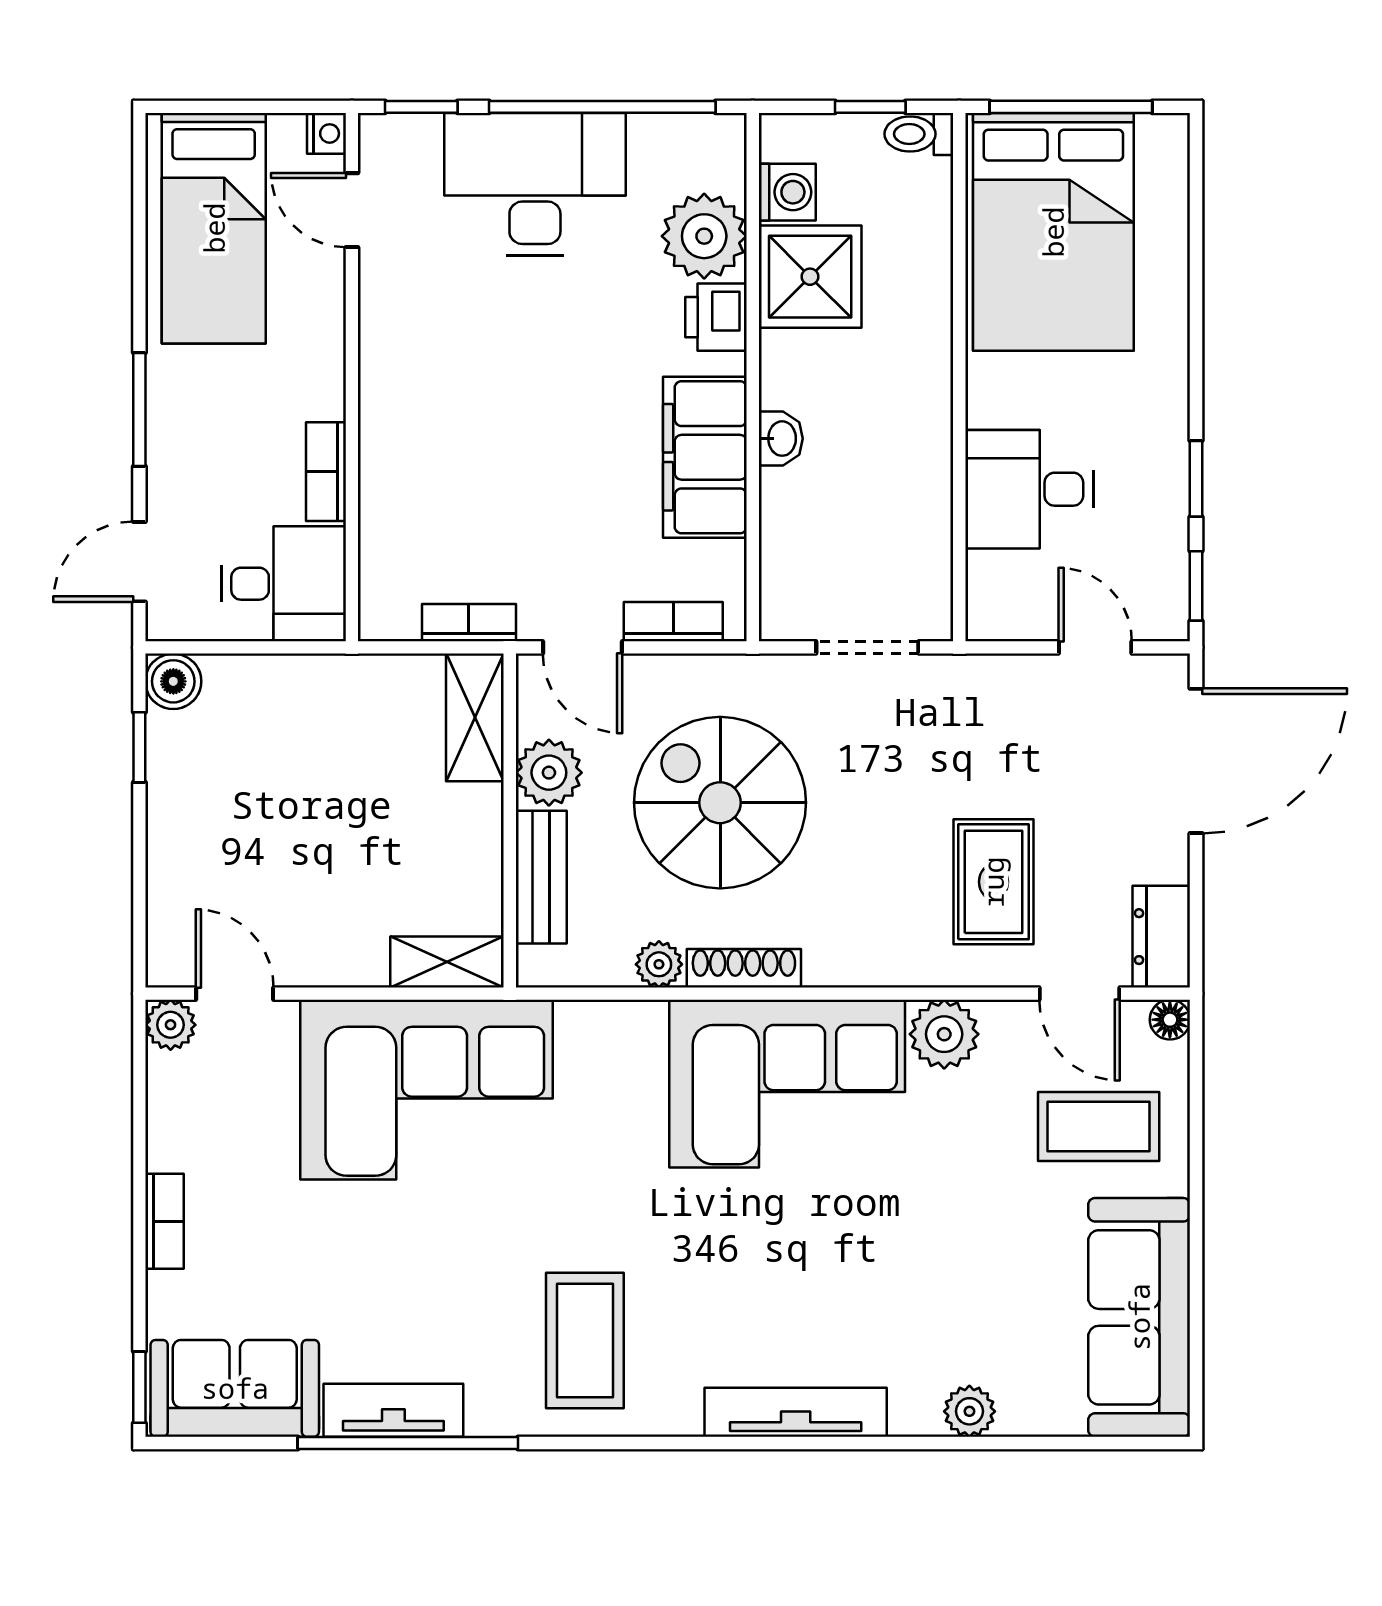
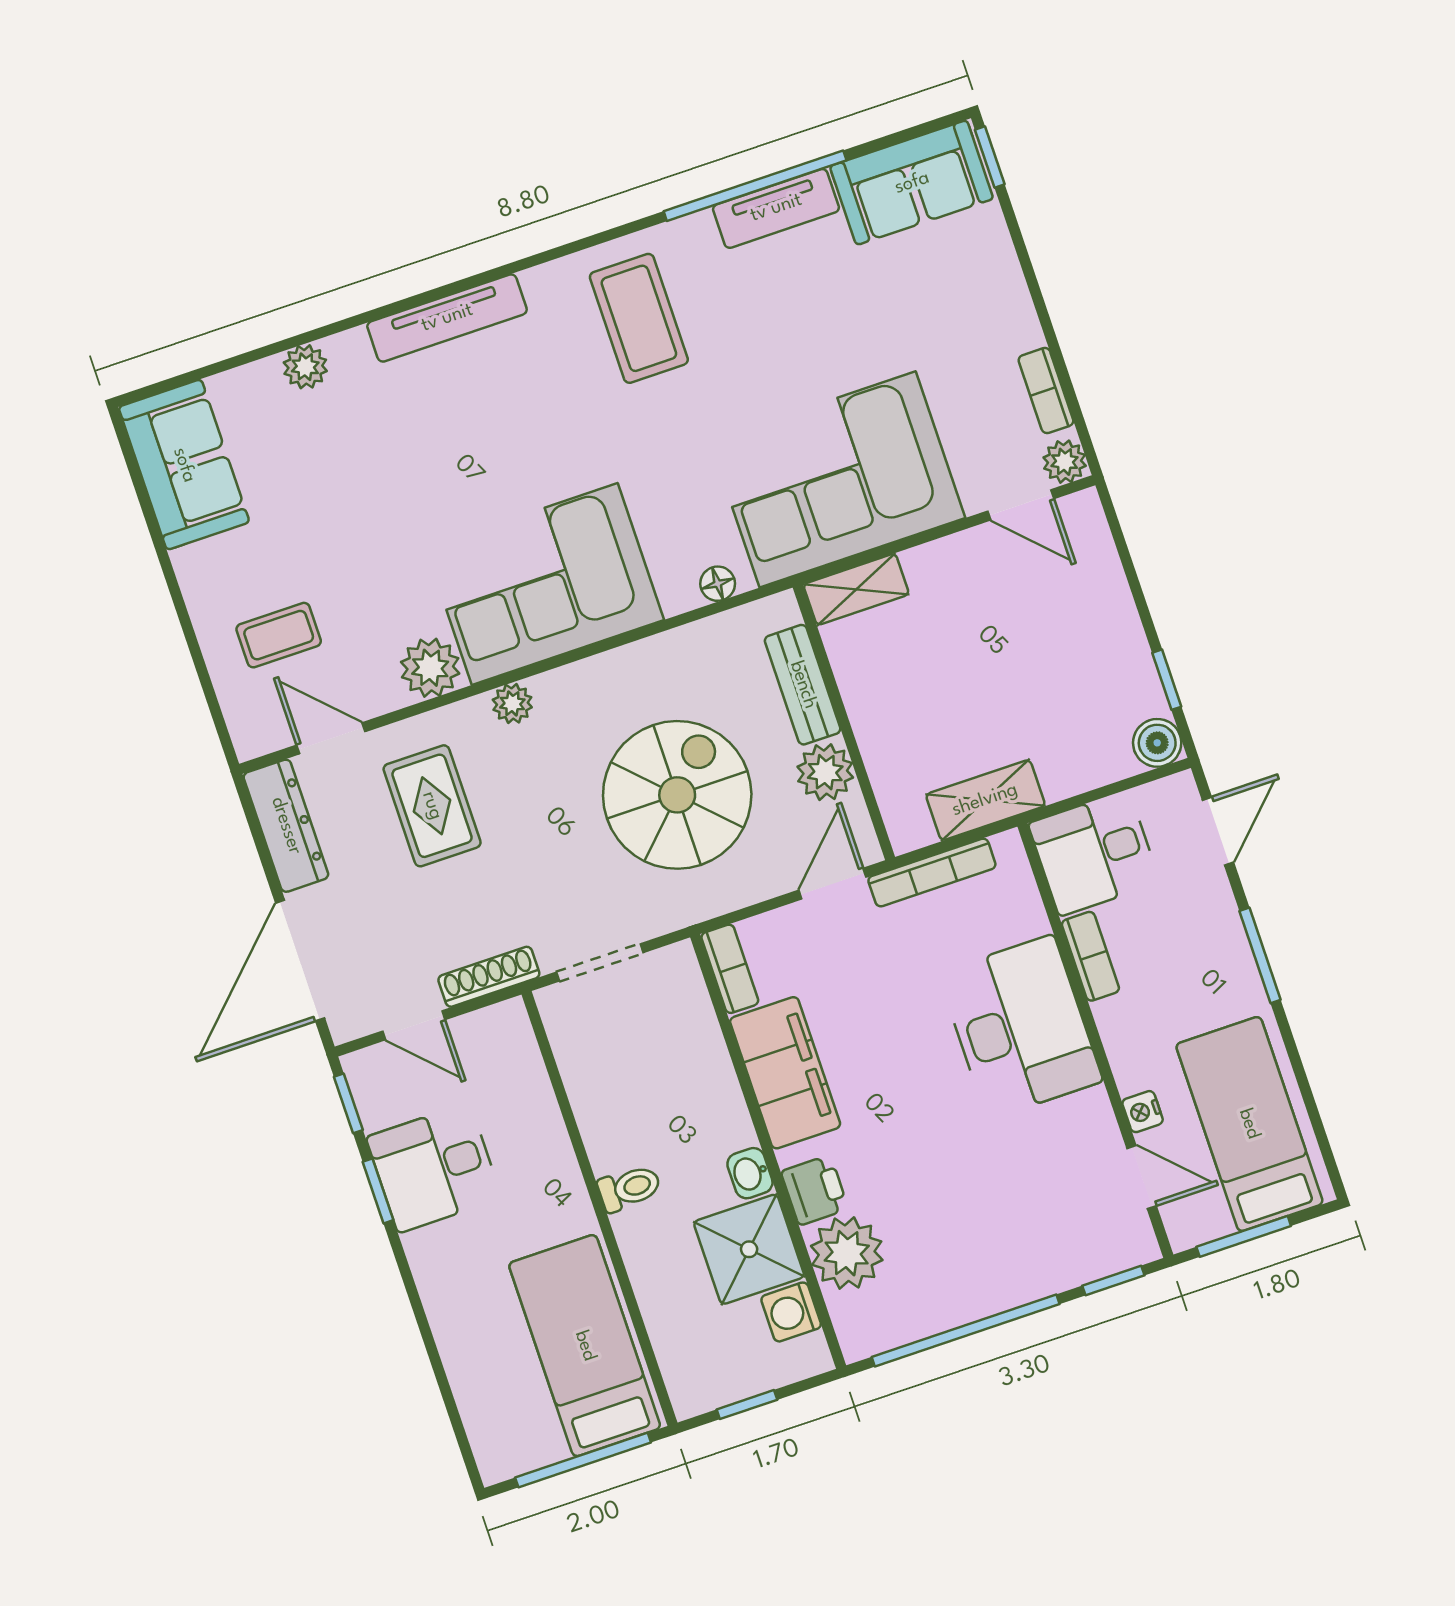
window: (262, 107) -> (1244, 1236), added
nightstand: (326, 133) -> (1143, 1112), moved
toilet: (919, 134) -> (629, 1188), moved
desk: (535, 184) -> (1020, 1027), moved, turned -90
bed: (1053, 232) -> (585, 1346), width x0.67
washbasin: (781, 439) -> (750, 1173), moved
desk: (1029, 489) -> (434, 1168), moved, turned 180
bookcase: (673, 622) -> (730, 969), moved, turned -90
bookcase: (469, 623) -> (932, 873), width x1.56
door: (582, 647) -> (832, 884), hinge flipped
shelving: (475, 717) -> (985, 800), moved, turned 90
spiral stairs: (720, 803) -> (677, 795), turned -90
dresser: (1161, 937) -> (286, 826), width x1.44
plant: (659, 964) -> (512, 704), moved
shoe rack: (744, 968) -> (489, 977), moved, turned 180
floor lamp: (1170, 1020) -> (718, 584), moved
coffee table: (1099, 1126) -> (279, 635), width x0.73, depth x0.77
bookcase: (164, 1221) -> (1046, 391), moved
sofa: (1139, 1317) -> (184, 465), width x0.73

